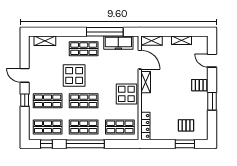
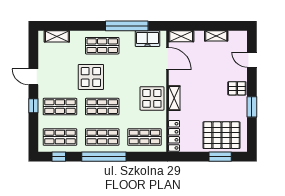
freezer: (118, 43) -> (147, 39), width x0.71
shelving: (146, 82) -> (174, 98), moved
pallet: (186, 125) -> (221, 135), width x2.05, depth x2.00

